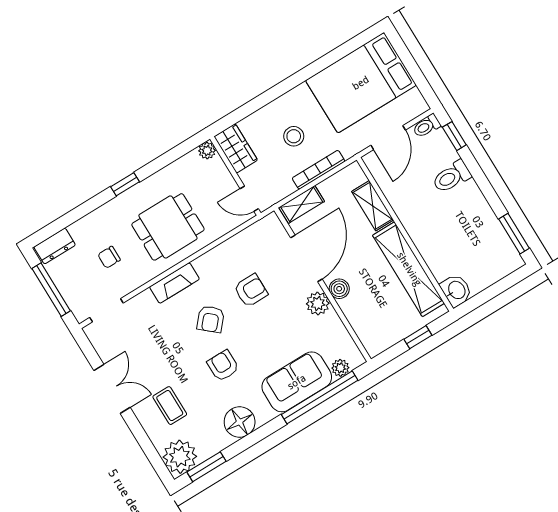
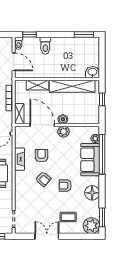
fireplace: (174, 283) -> (20, 159), moved

